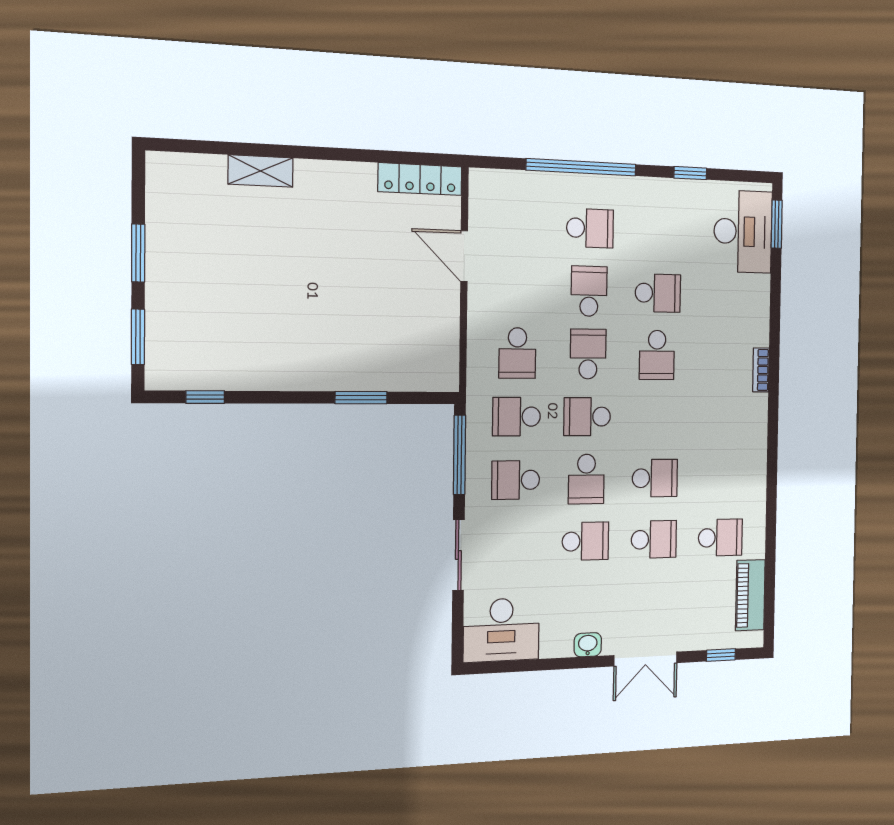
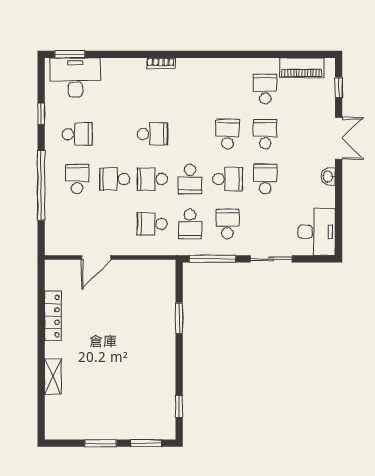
locker: (420, 179) -> (53, 316), moved
school desk: (658, 293) -> (77, 134), moved, turned 90
school desk: (517, 353) -> (152, 224), turned 180
school desk: (516, 480) -> (228, 224), turned 180

